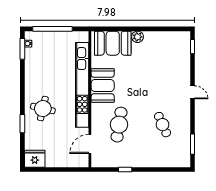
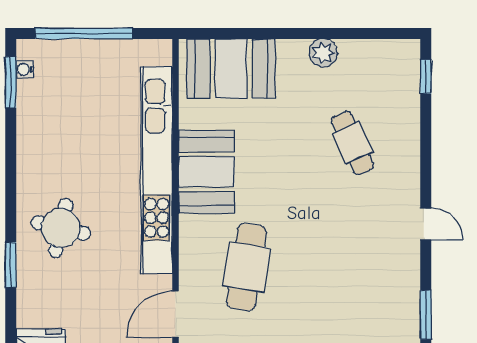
plant: (137, 37) -> (323, 53), moved
door: (192, 92) -> (426, 224), moved
cafe table: (163, 125) -> (353, 143), moved

